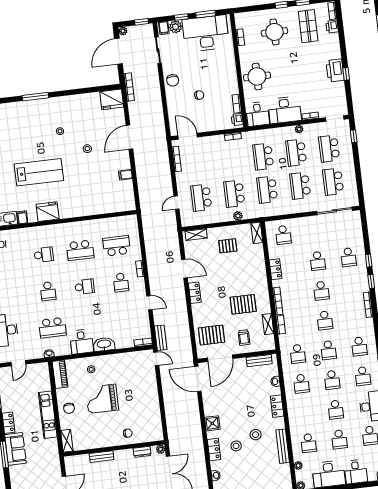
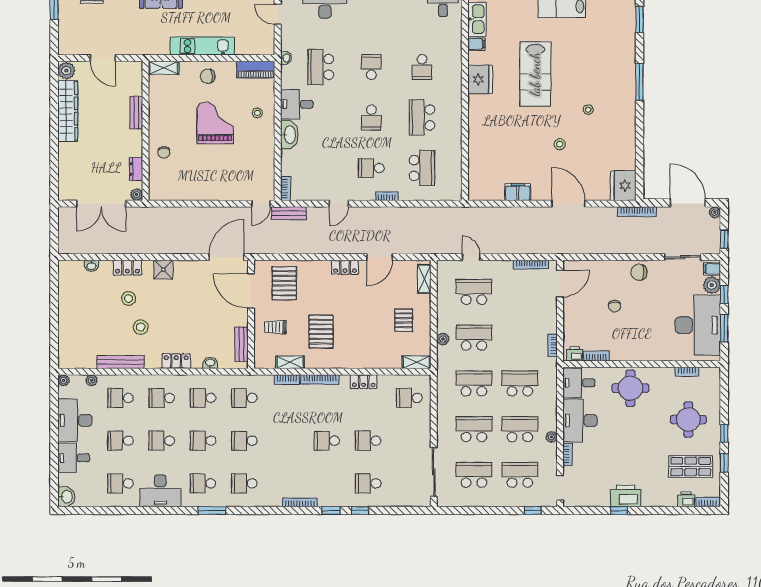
filing cabinet: (125, 175) -> (518, 192), width x2.00
school desk: (48, 291) -> (371, 67), turned 90
school desk: (325, 320) -> (162, 398), moved

